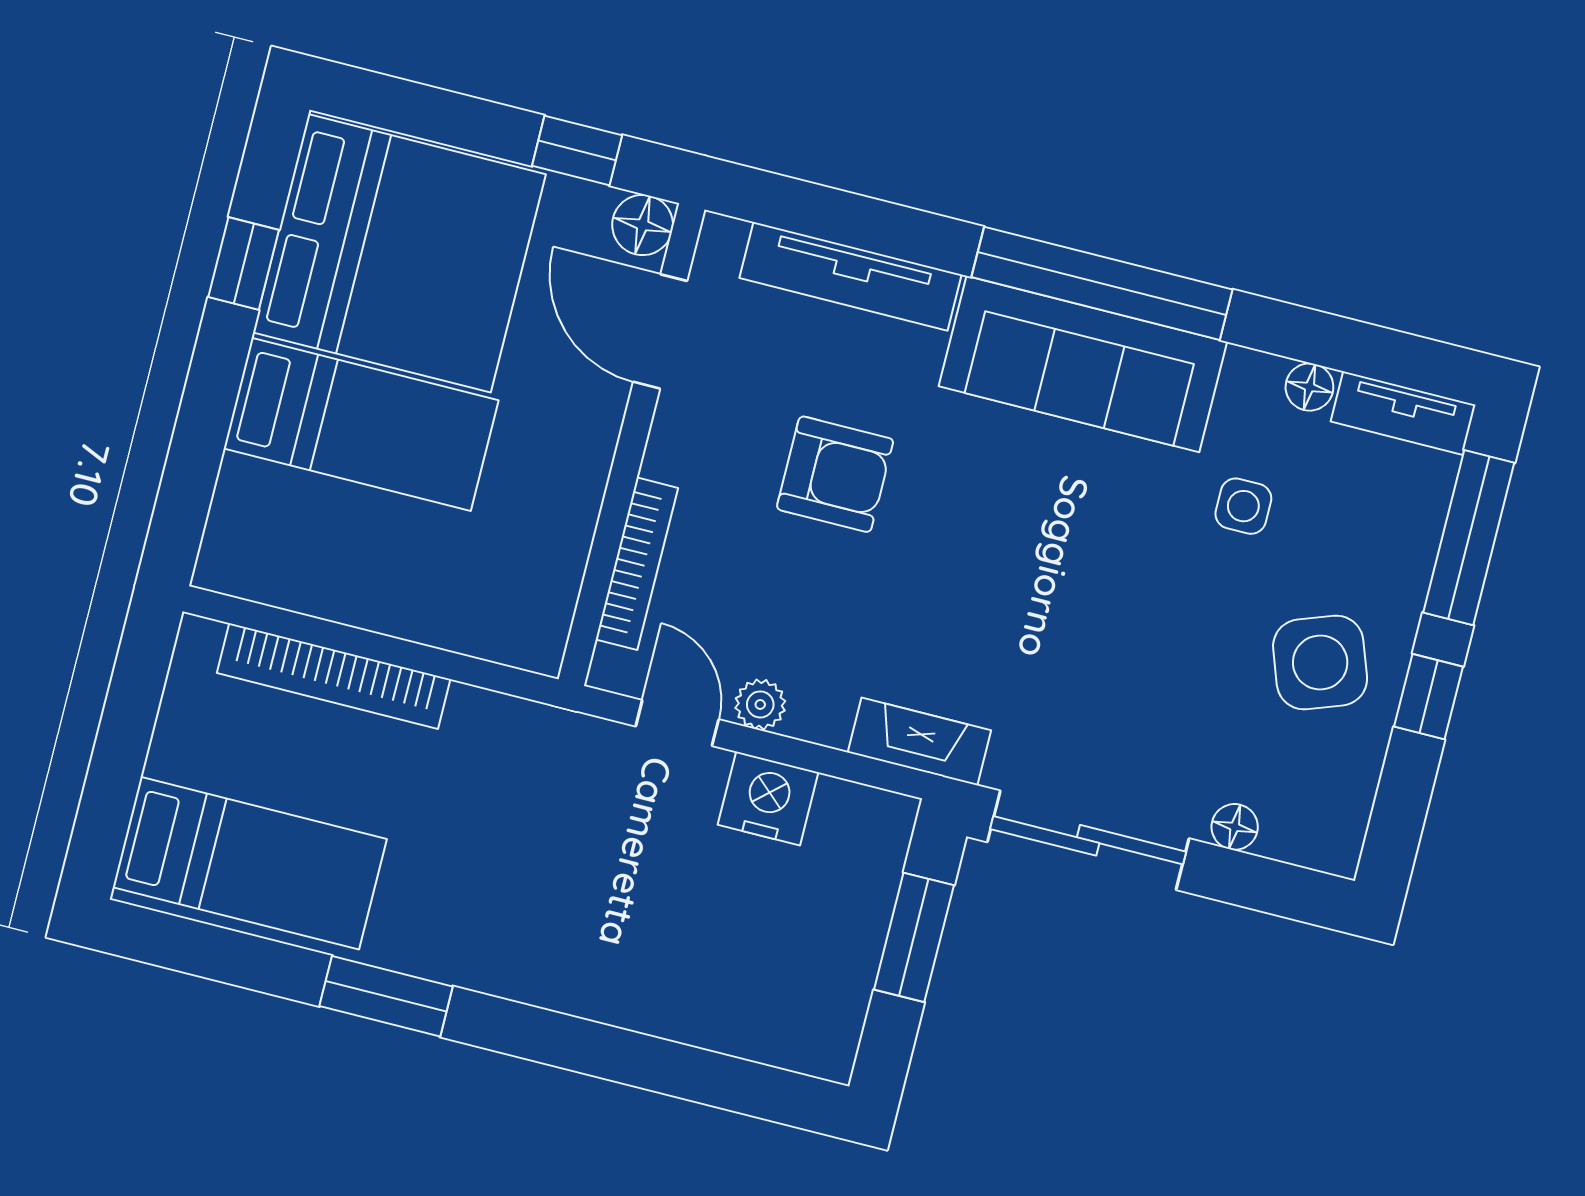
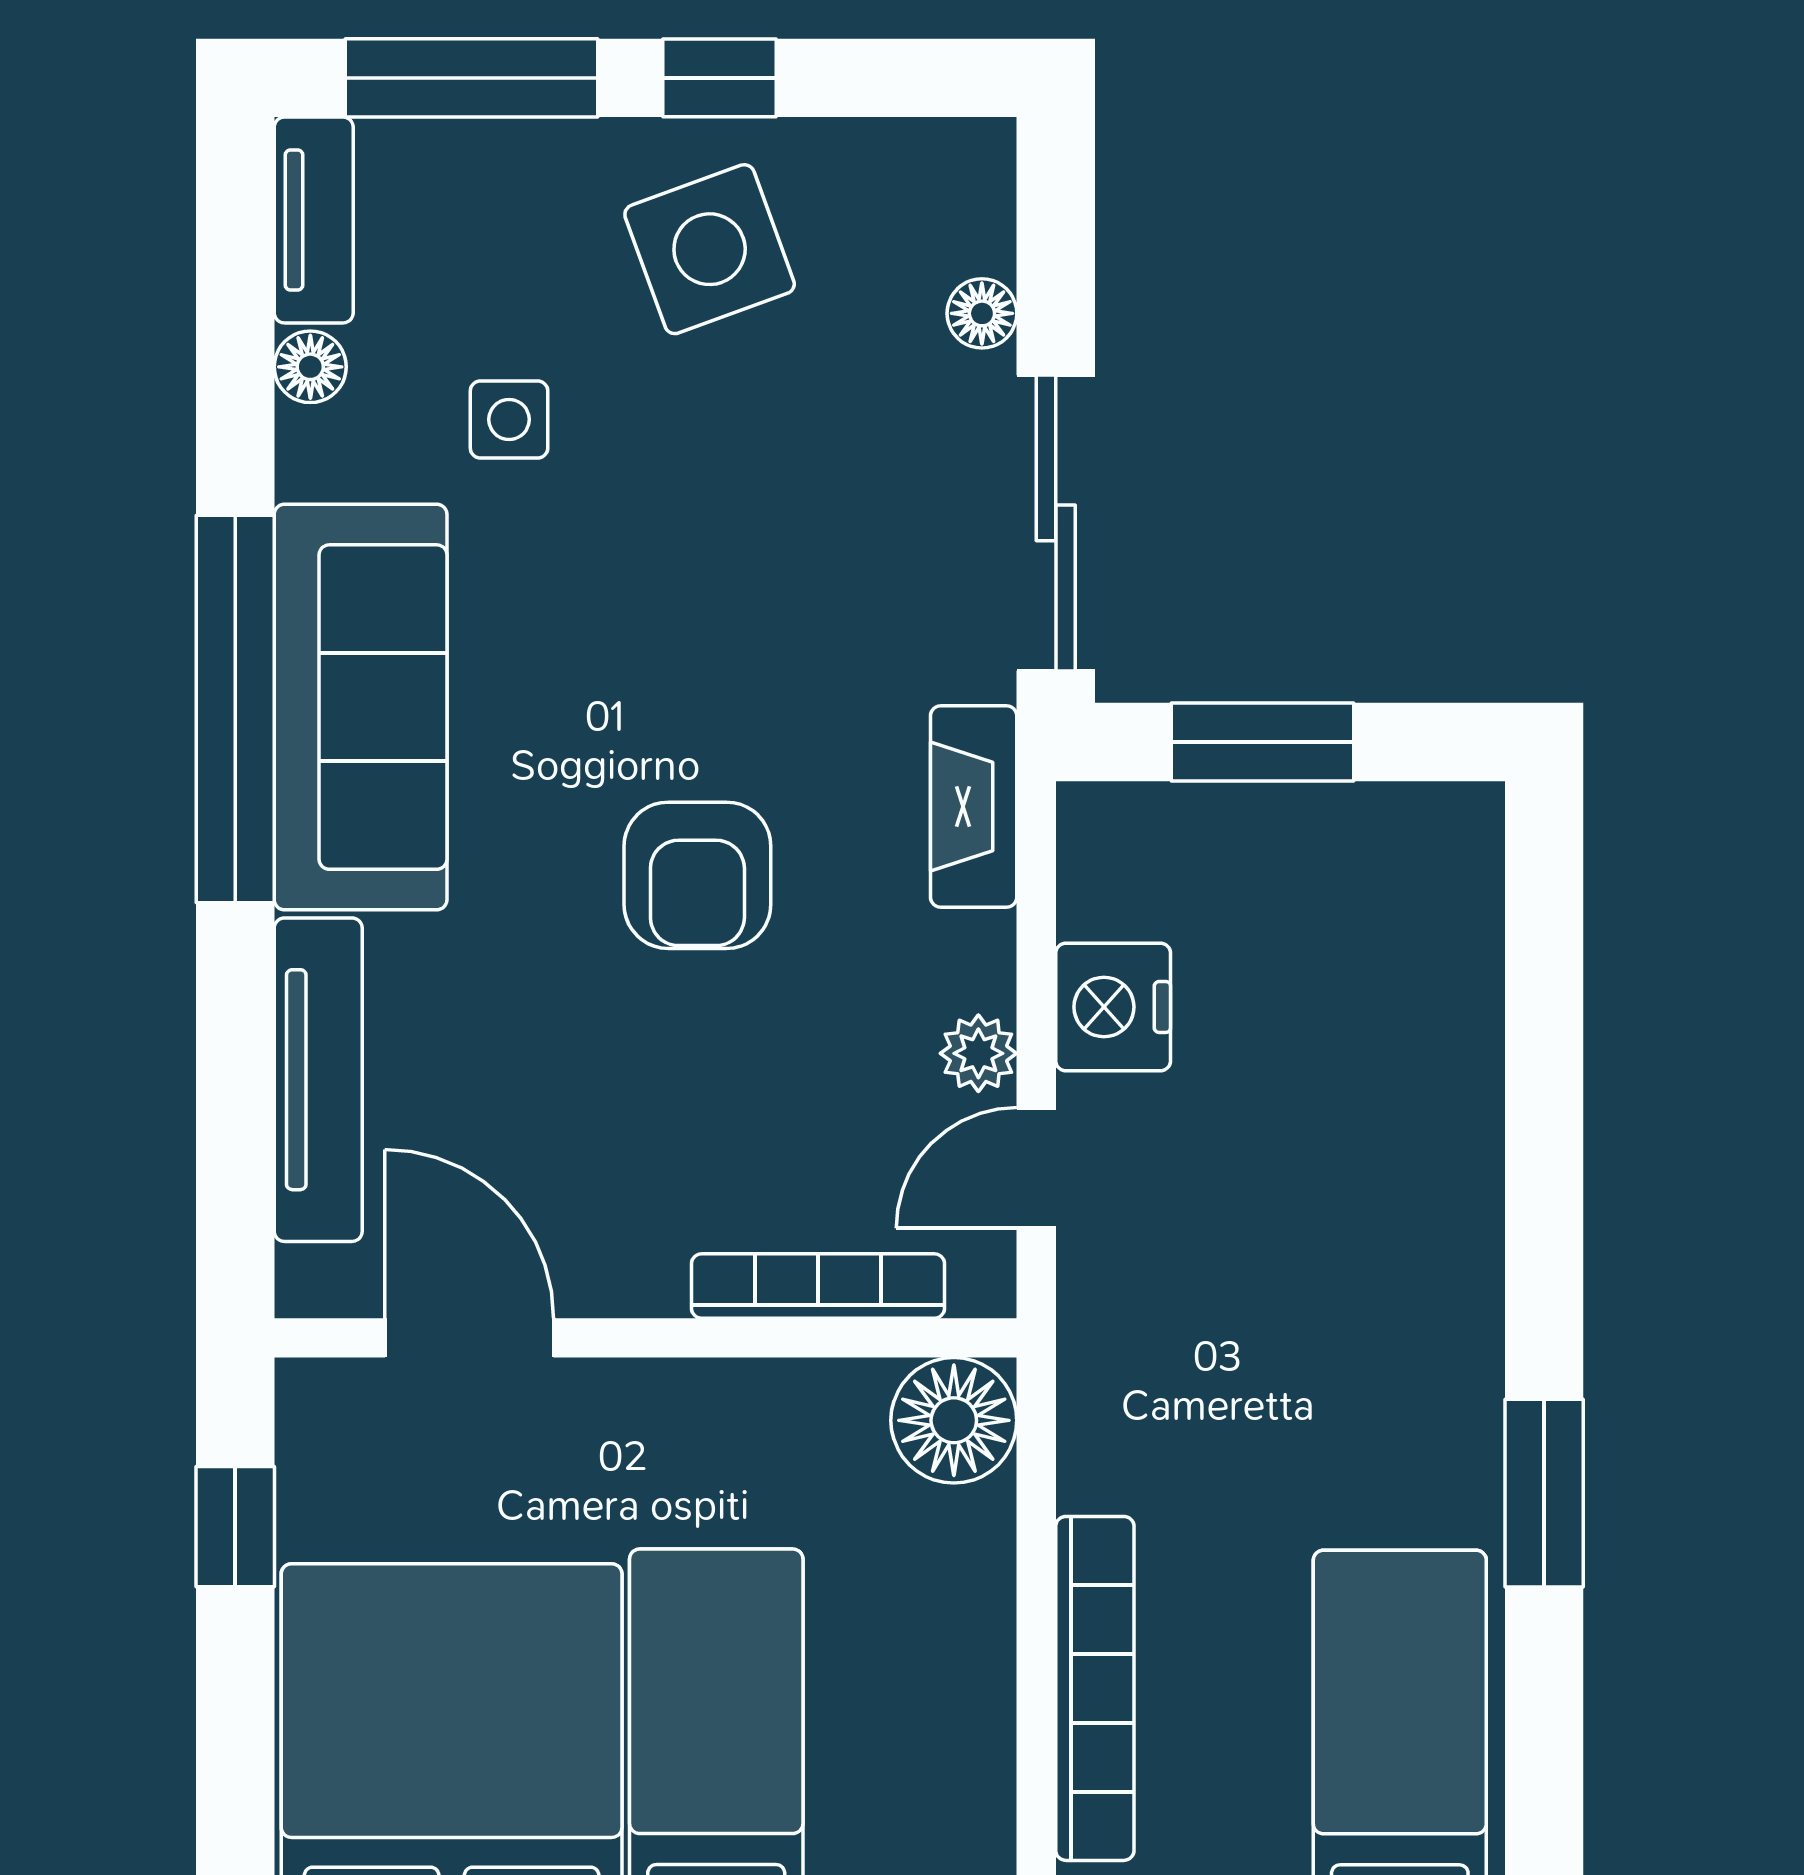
floor lamp: (643, 225) -> (954, 1420), moved, width x1.38, depth x1.38
door: (660, 331) -> (469, 1338), swing flipped
armchair: (835, 474) -> (697, 875), moved, turned 180

